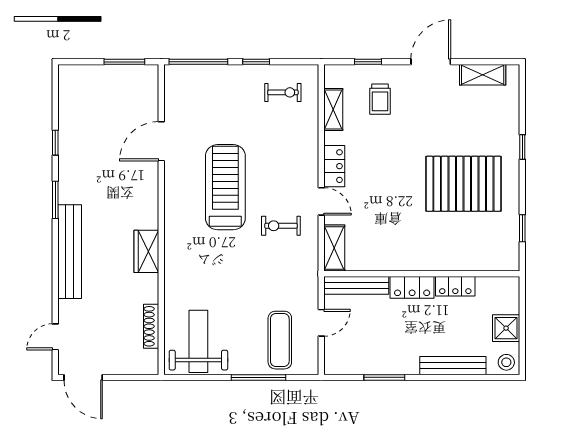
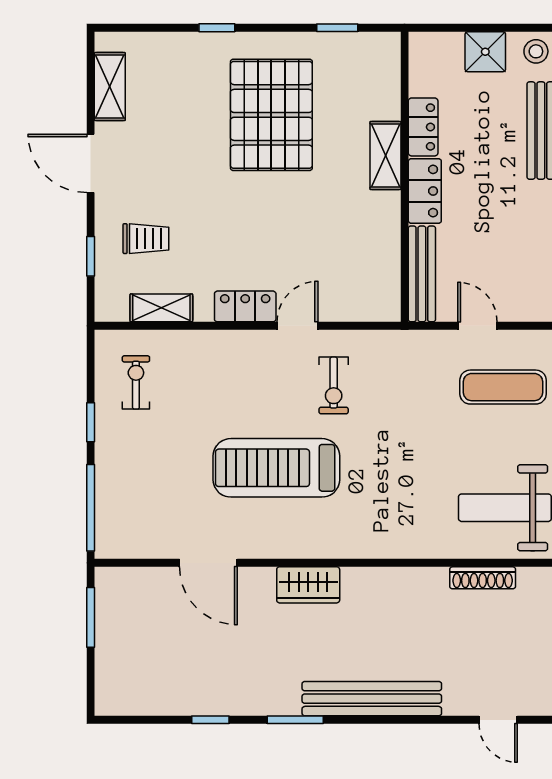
shelving: (334, 248) -> (385, 156), moved, turned 90
wardrobe: (146, 251) -> (308, 585), moved

